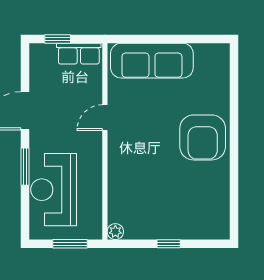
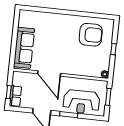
row of seats: (79, 54) -> (15, 96), moved
door: (105, 118) -> (49, 73), width x1.87
armchair: (203, 137) -> (91, 35), moved

